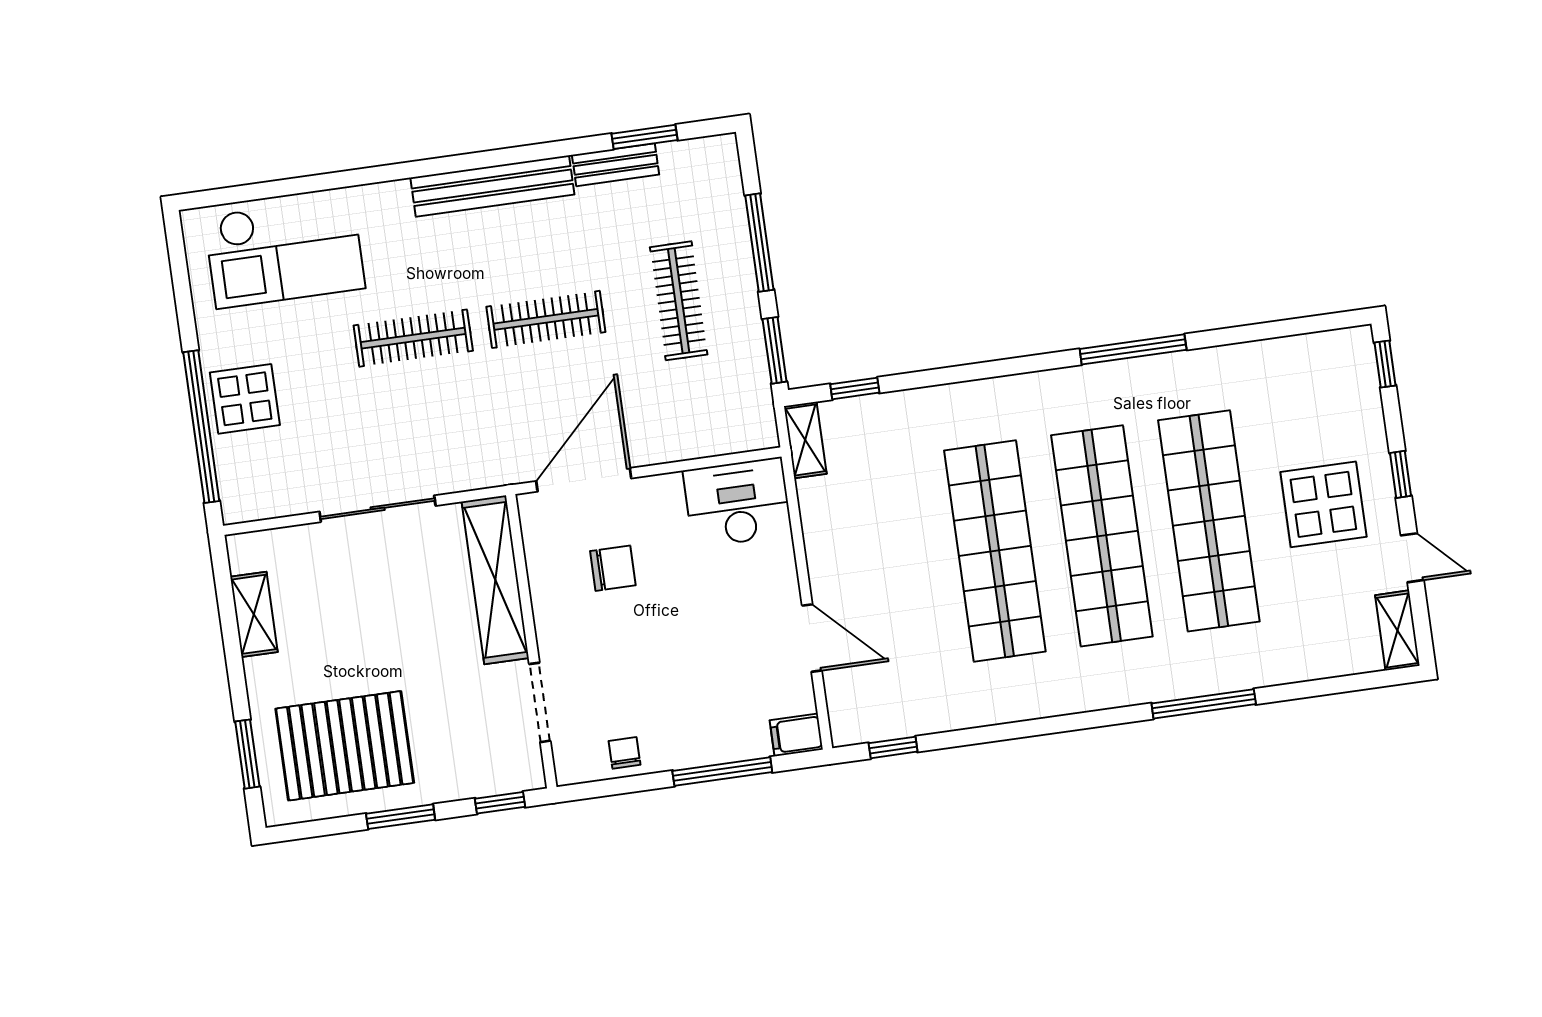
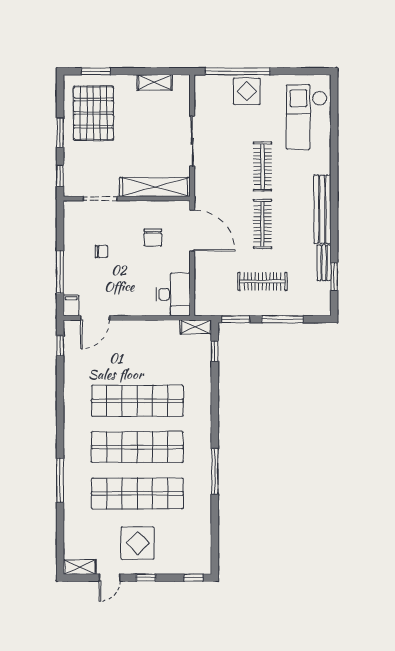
door: (812, 638) -> (95, 318), moved
chair: (625, 753) -> (101, 251), moved

